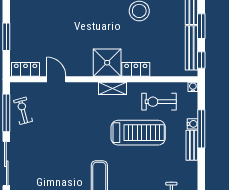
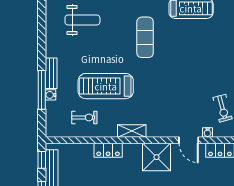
shower: (107, 63) -> (157, 157), moved
water cooler: (193, 87) -> (208, 133), moved
exercise bike: (159, 102) -> (84, 117), width x0.73, depth x0.72

